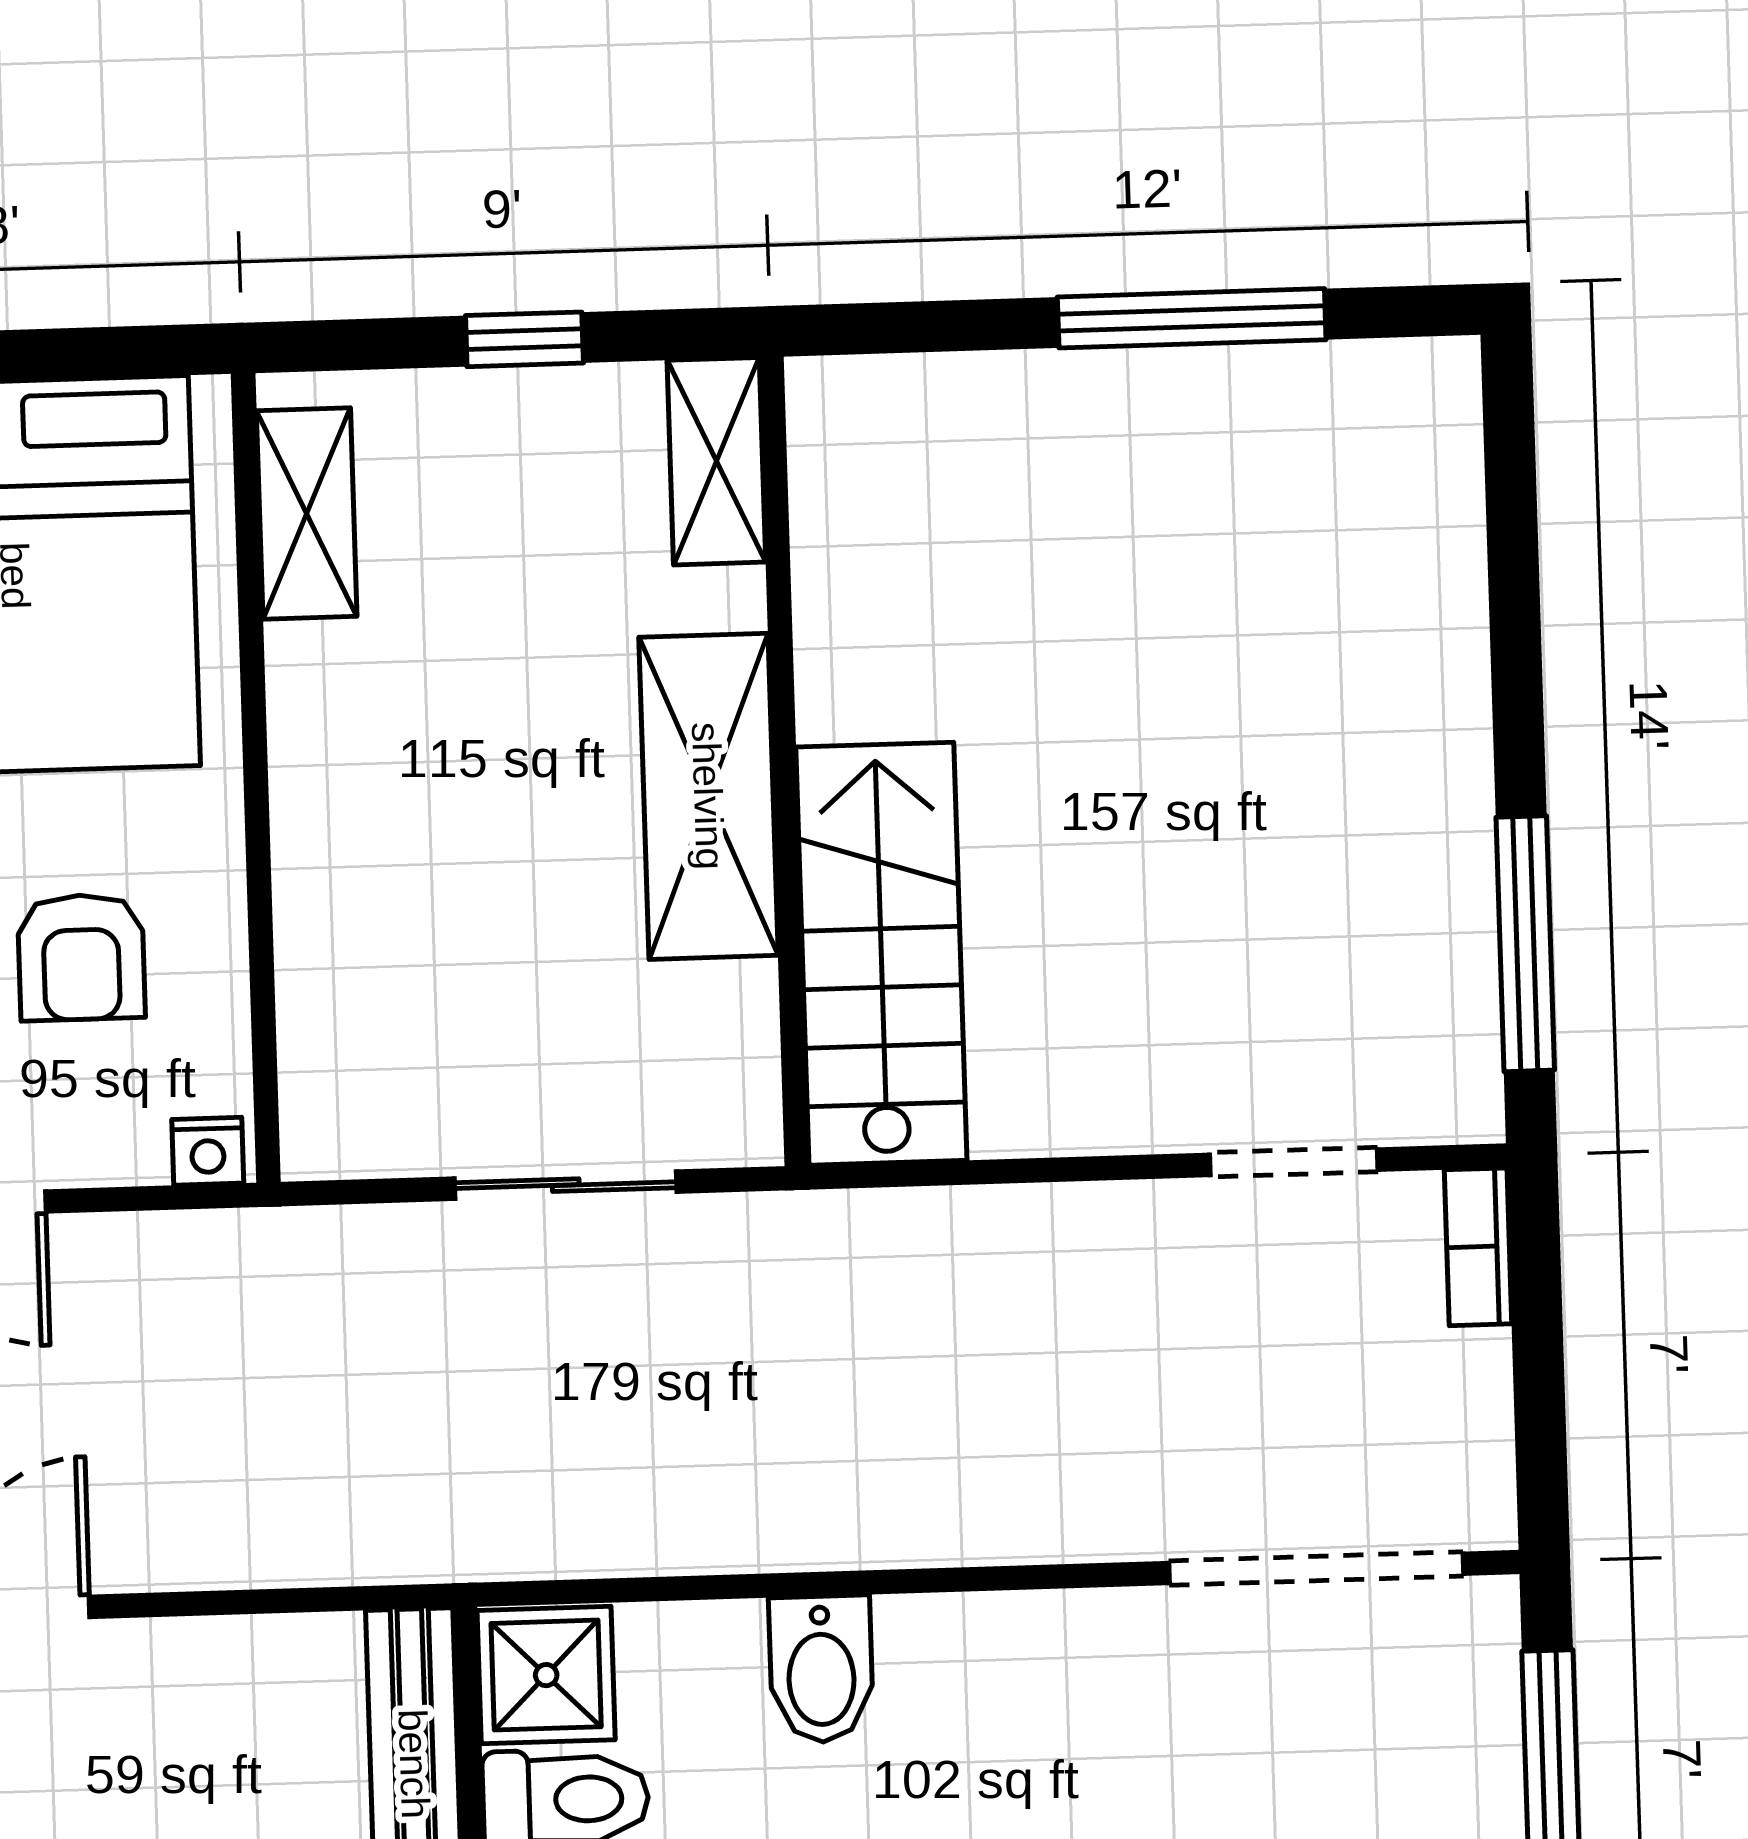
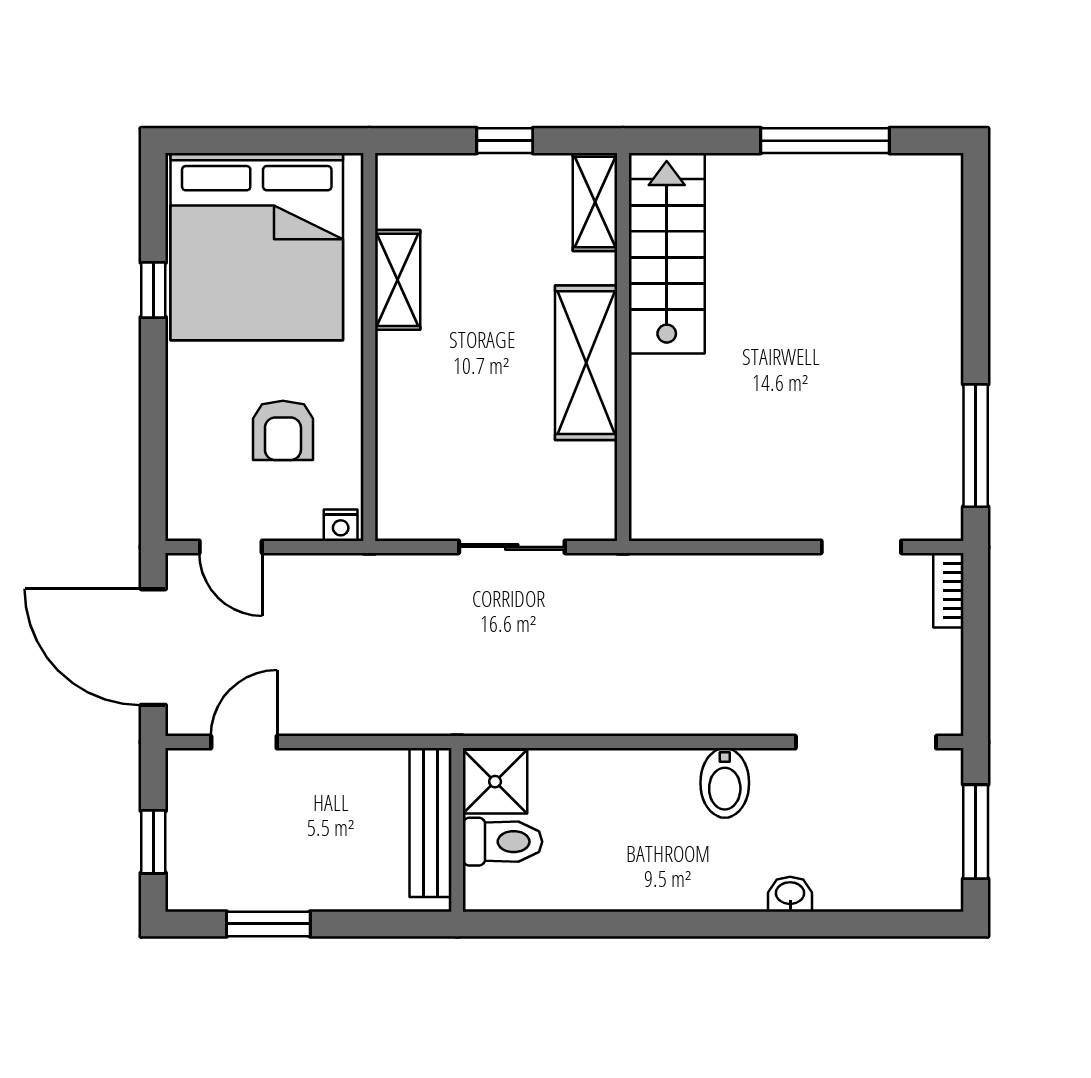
shelving: (307, 514) -> (398, 280), moved
stairs: (881, 954) -> (667, 253), moved
bidet: (821, 1669) -> (725, 783), moved

